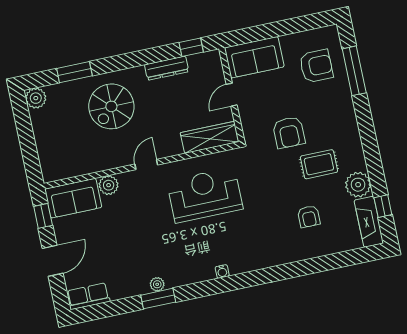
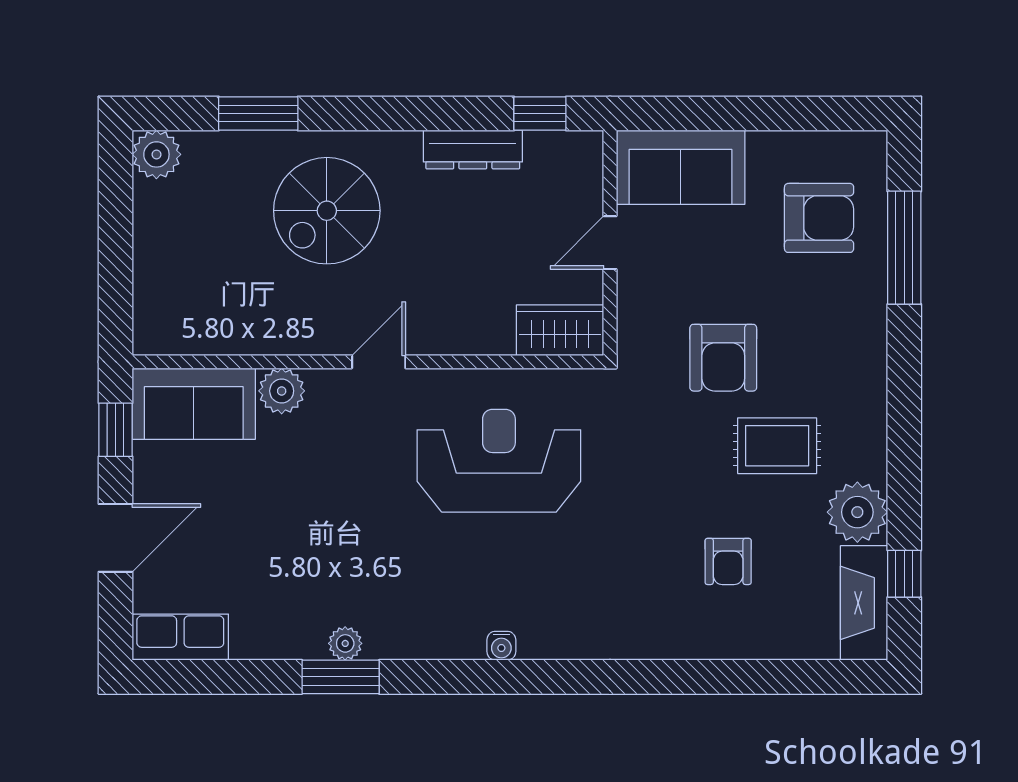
wardrobe: (210, 137) -> (560, 330), width x0.67

